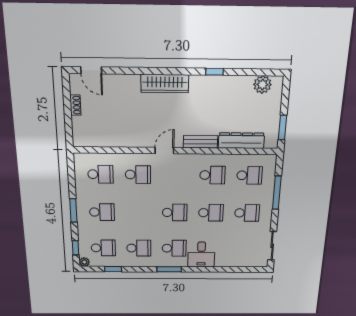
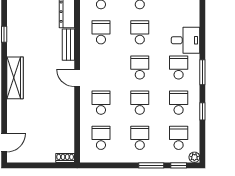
shoe rack: (75, 105) -> (65, 158), moved
window: (73, 211) -> (151, 165), moved
school desk: (138, 212) -> (140, 103), added
window: (113, 269) -> (202, 111), moved

